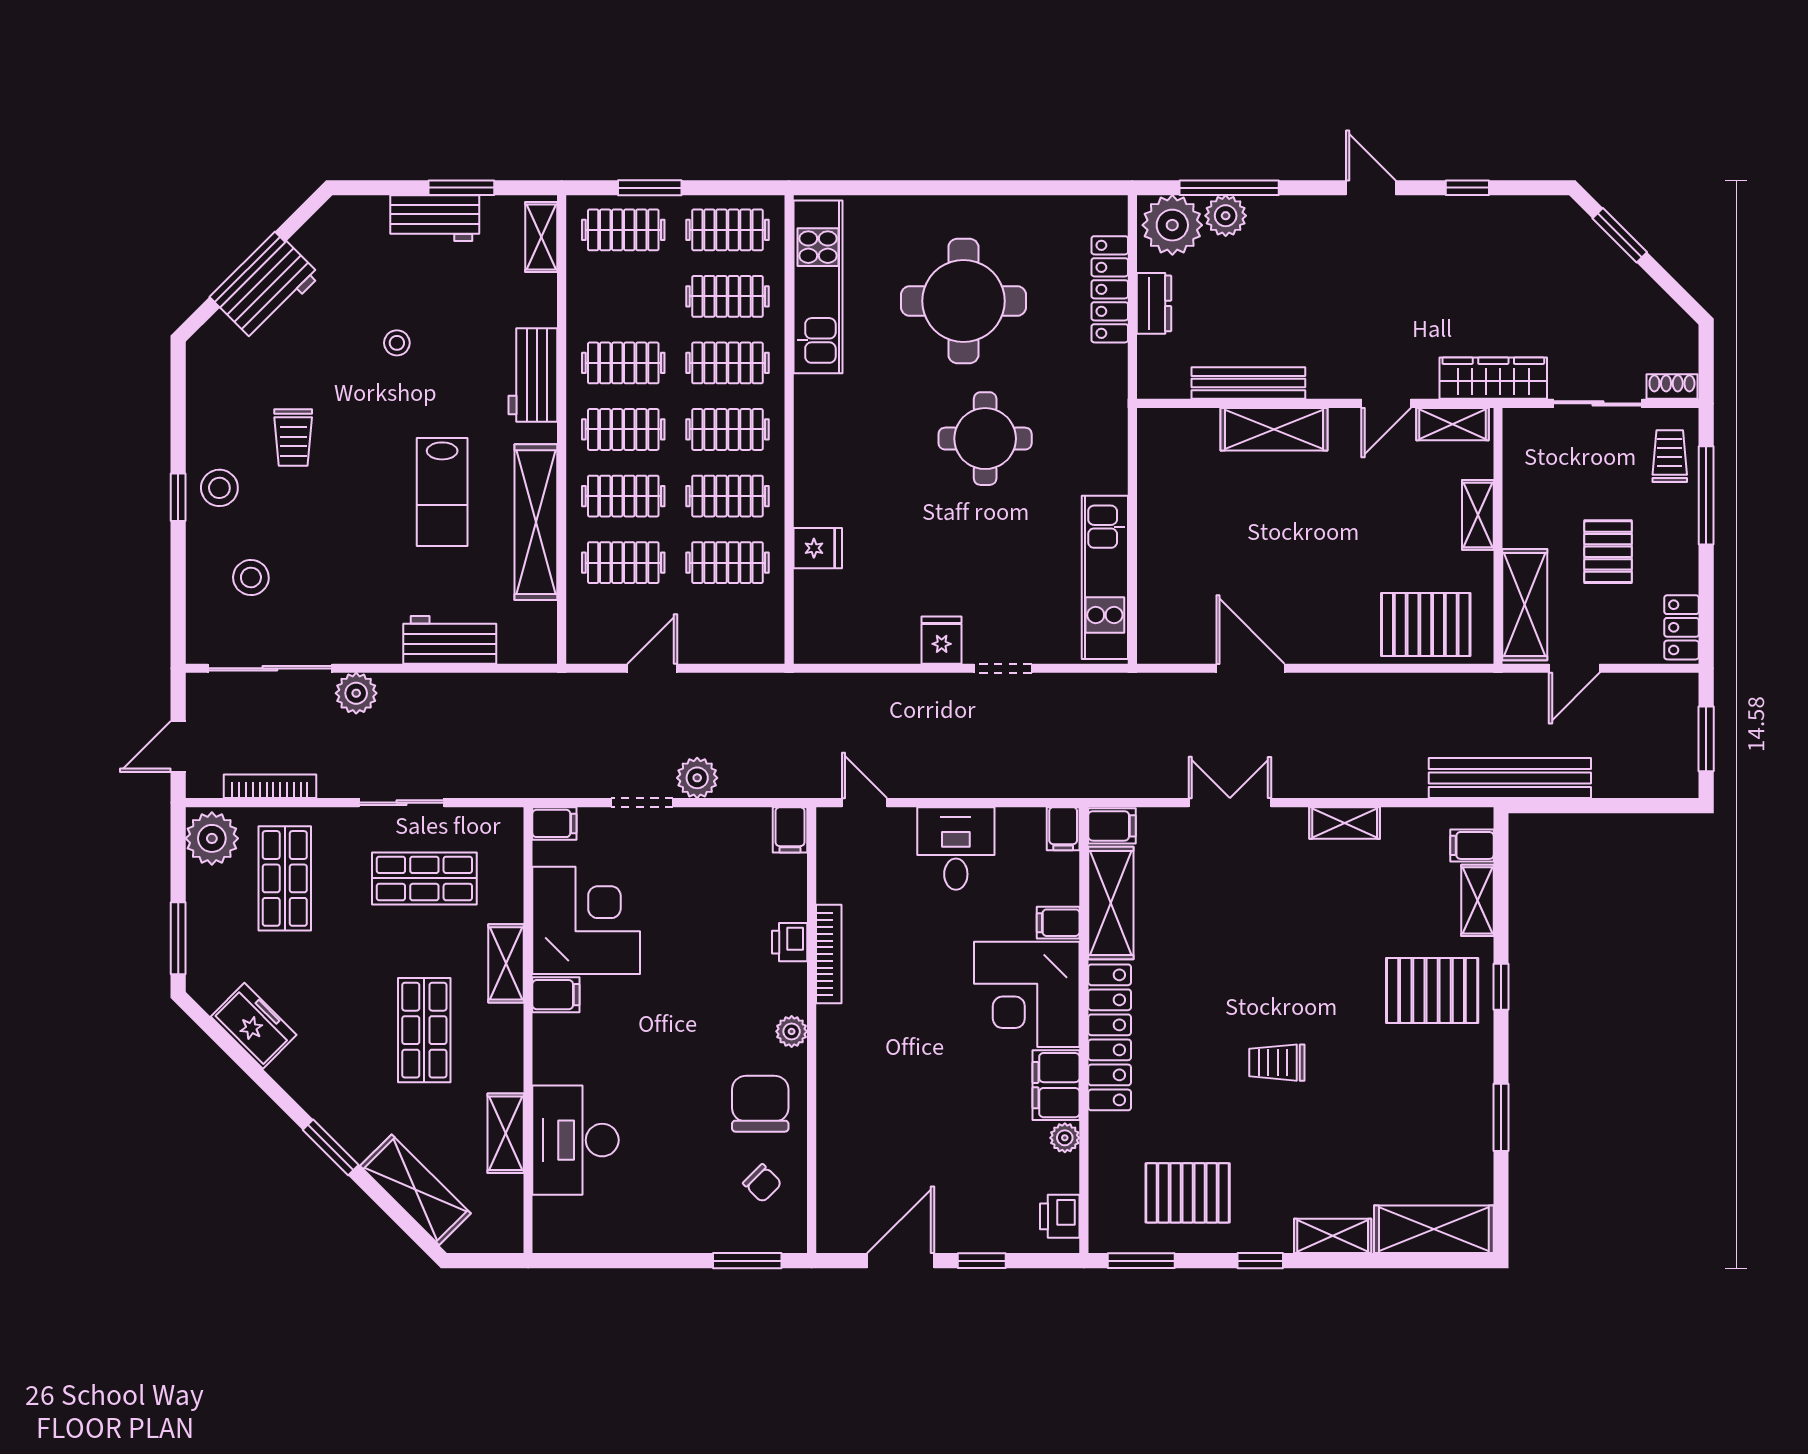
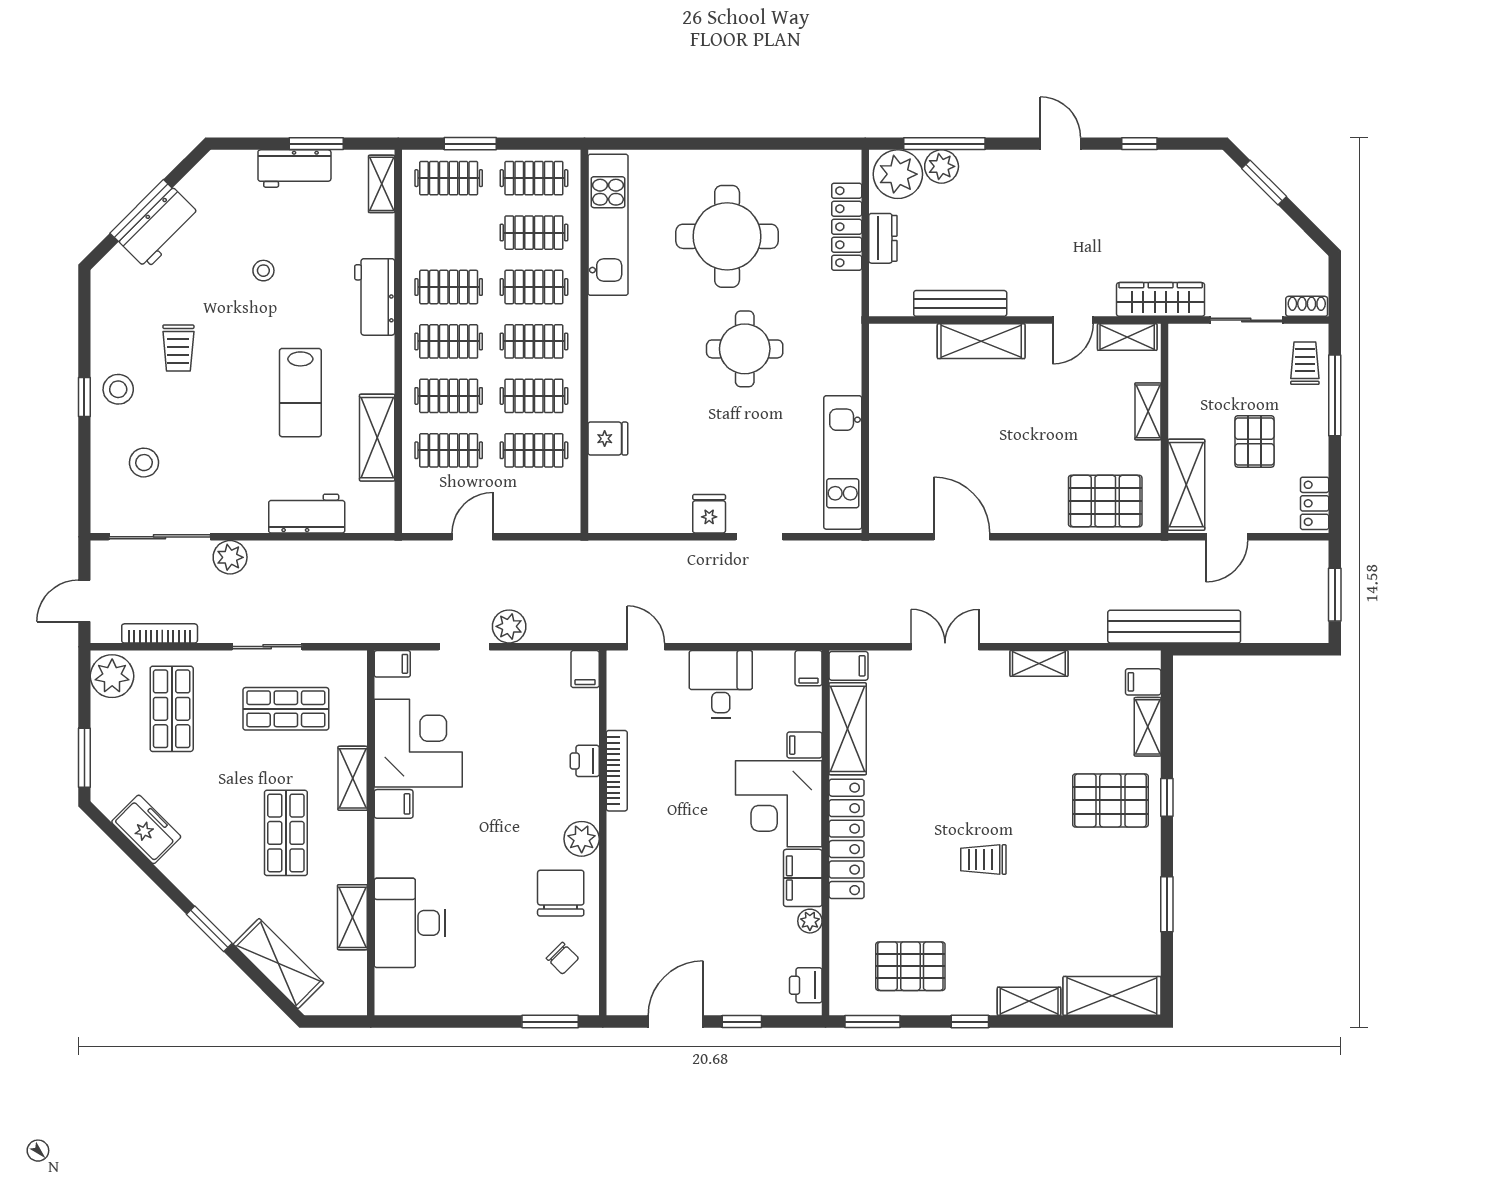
shelving: (536, 522) -> (377, 438), width x0.68
plant: (792, 1031) -> (582, 839), width x1.38, depth x1.38

